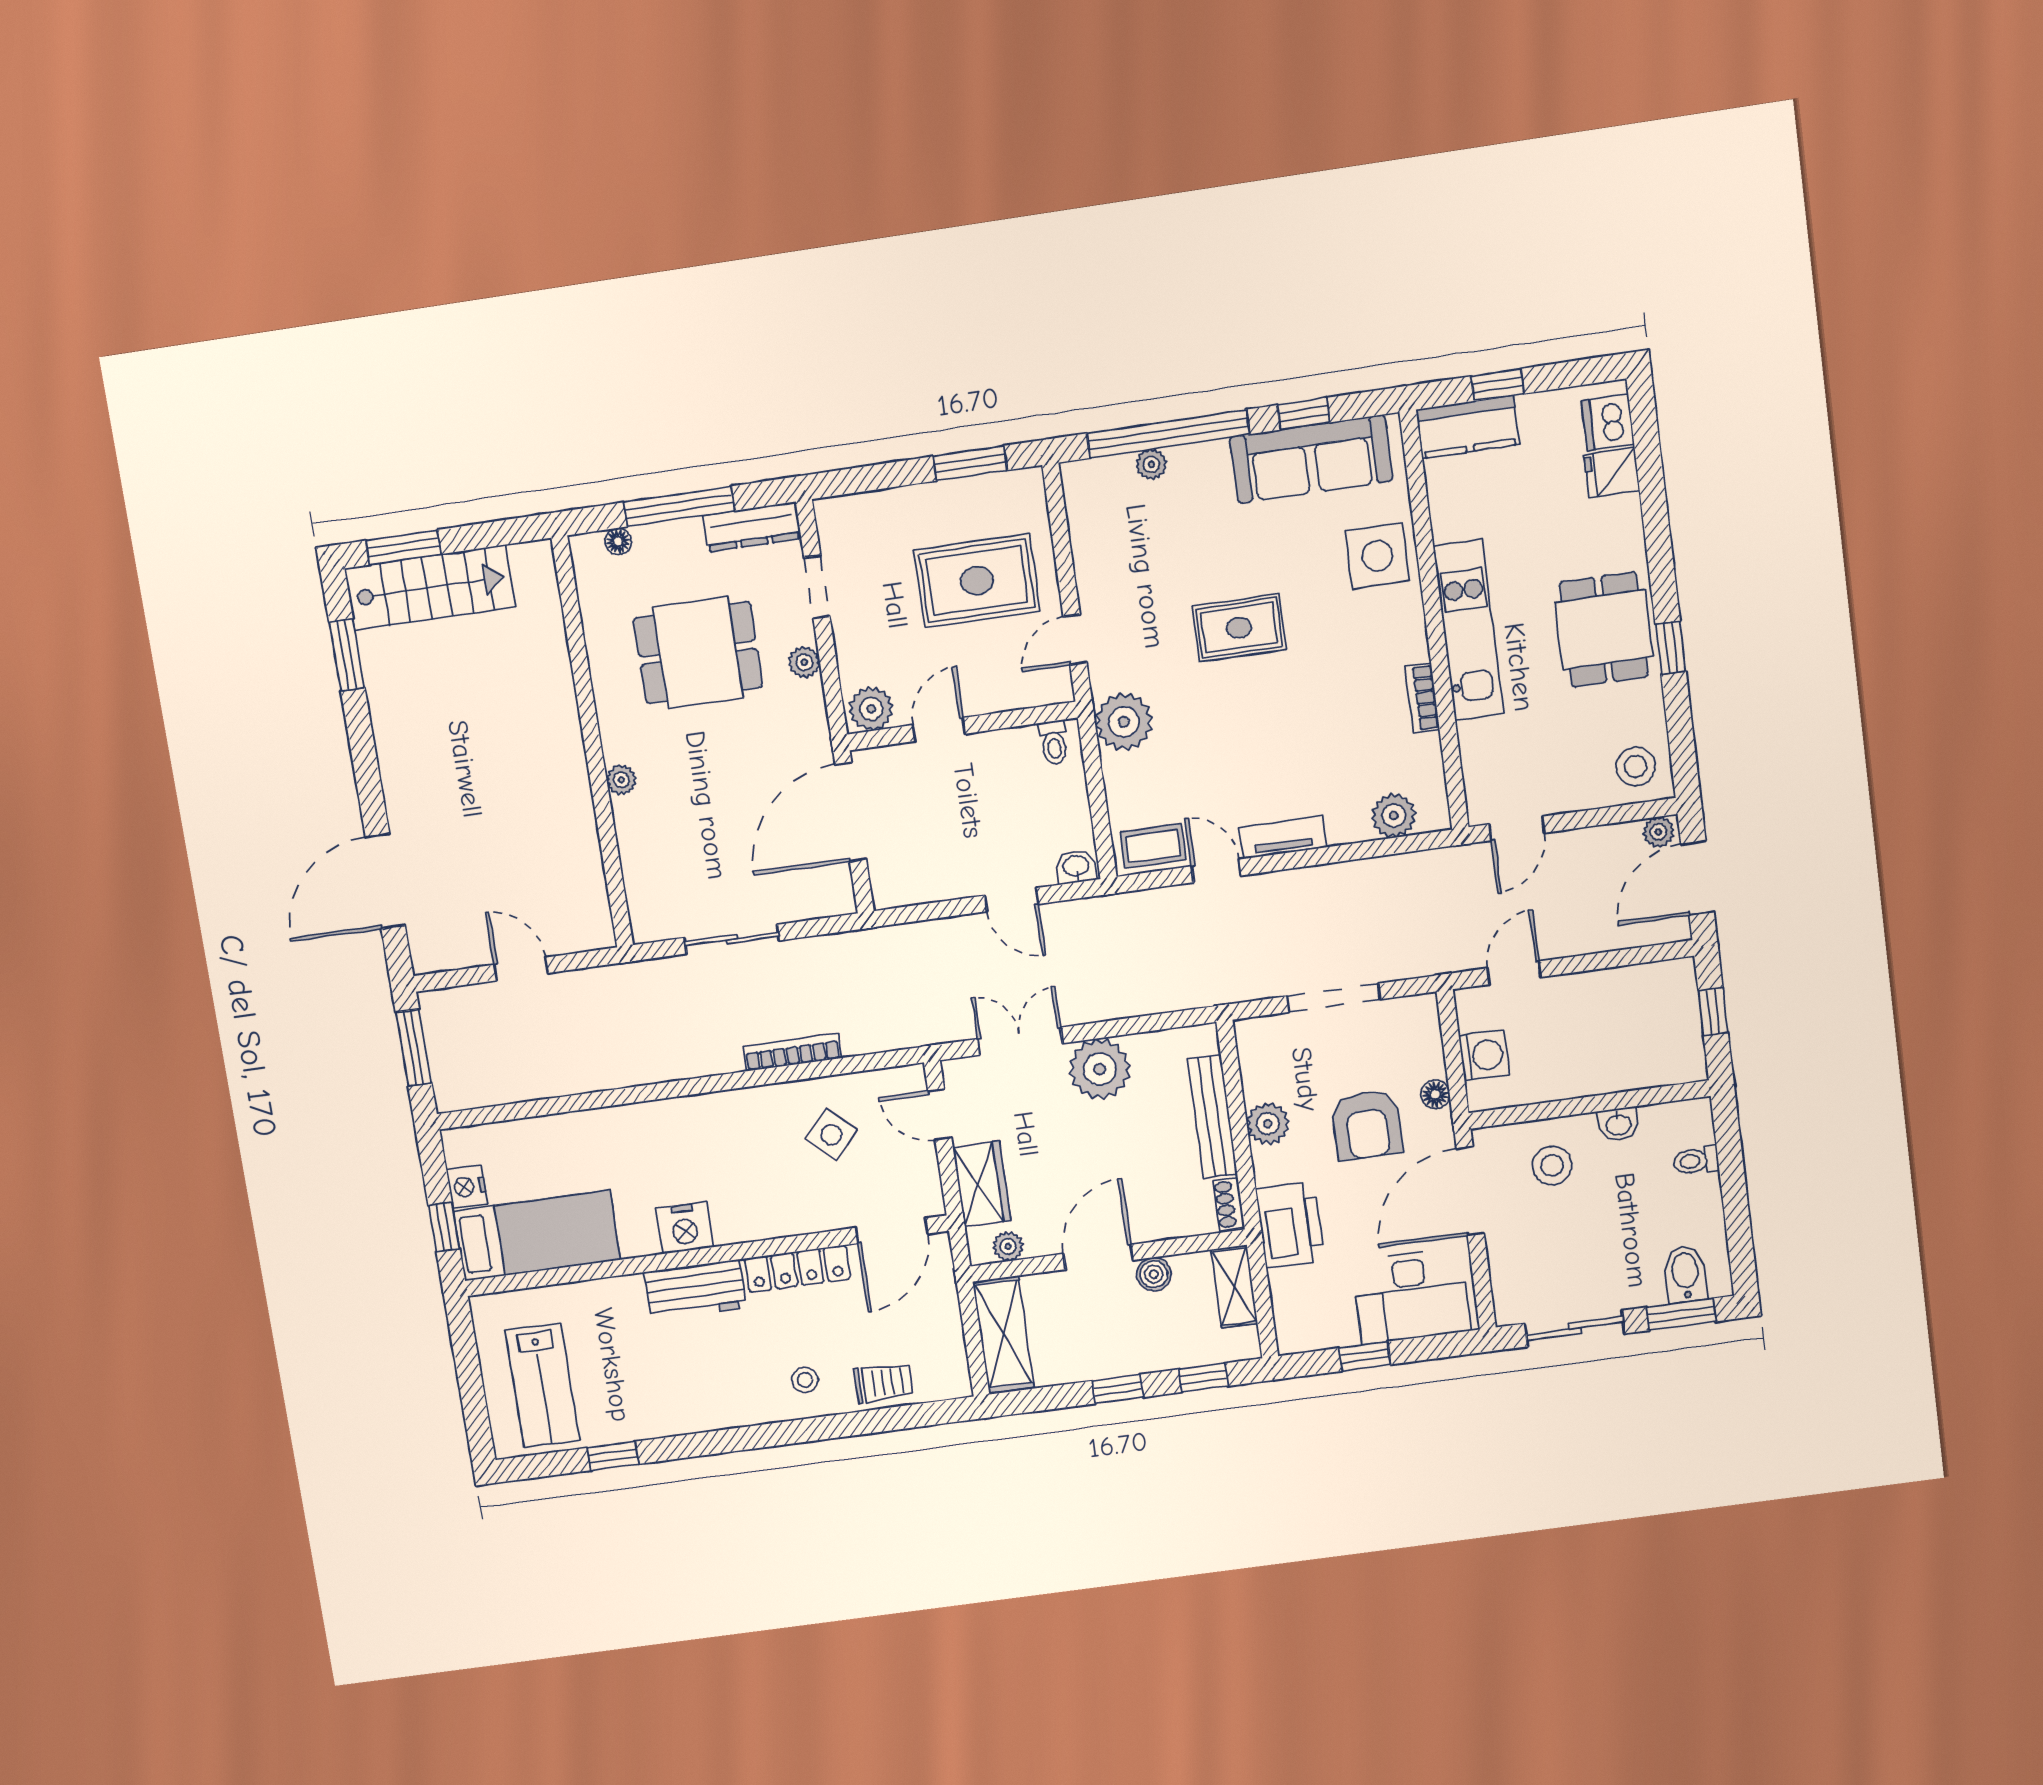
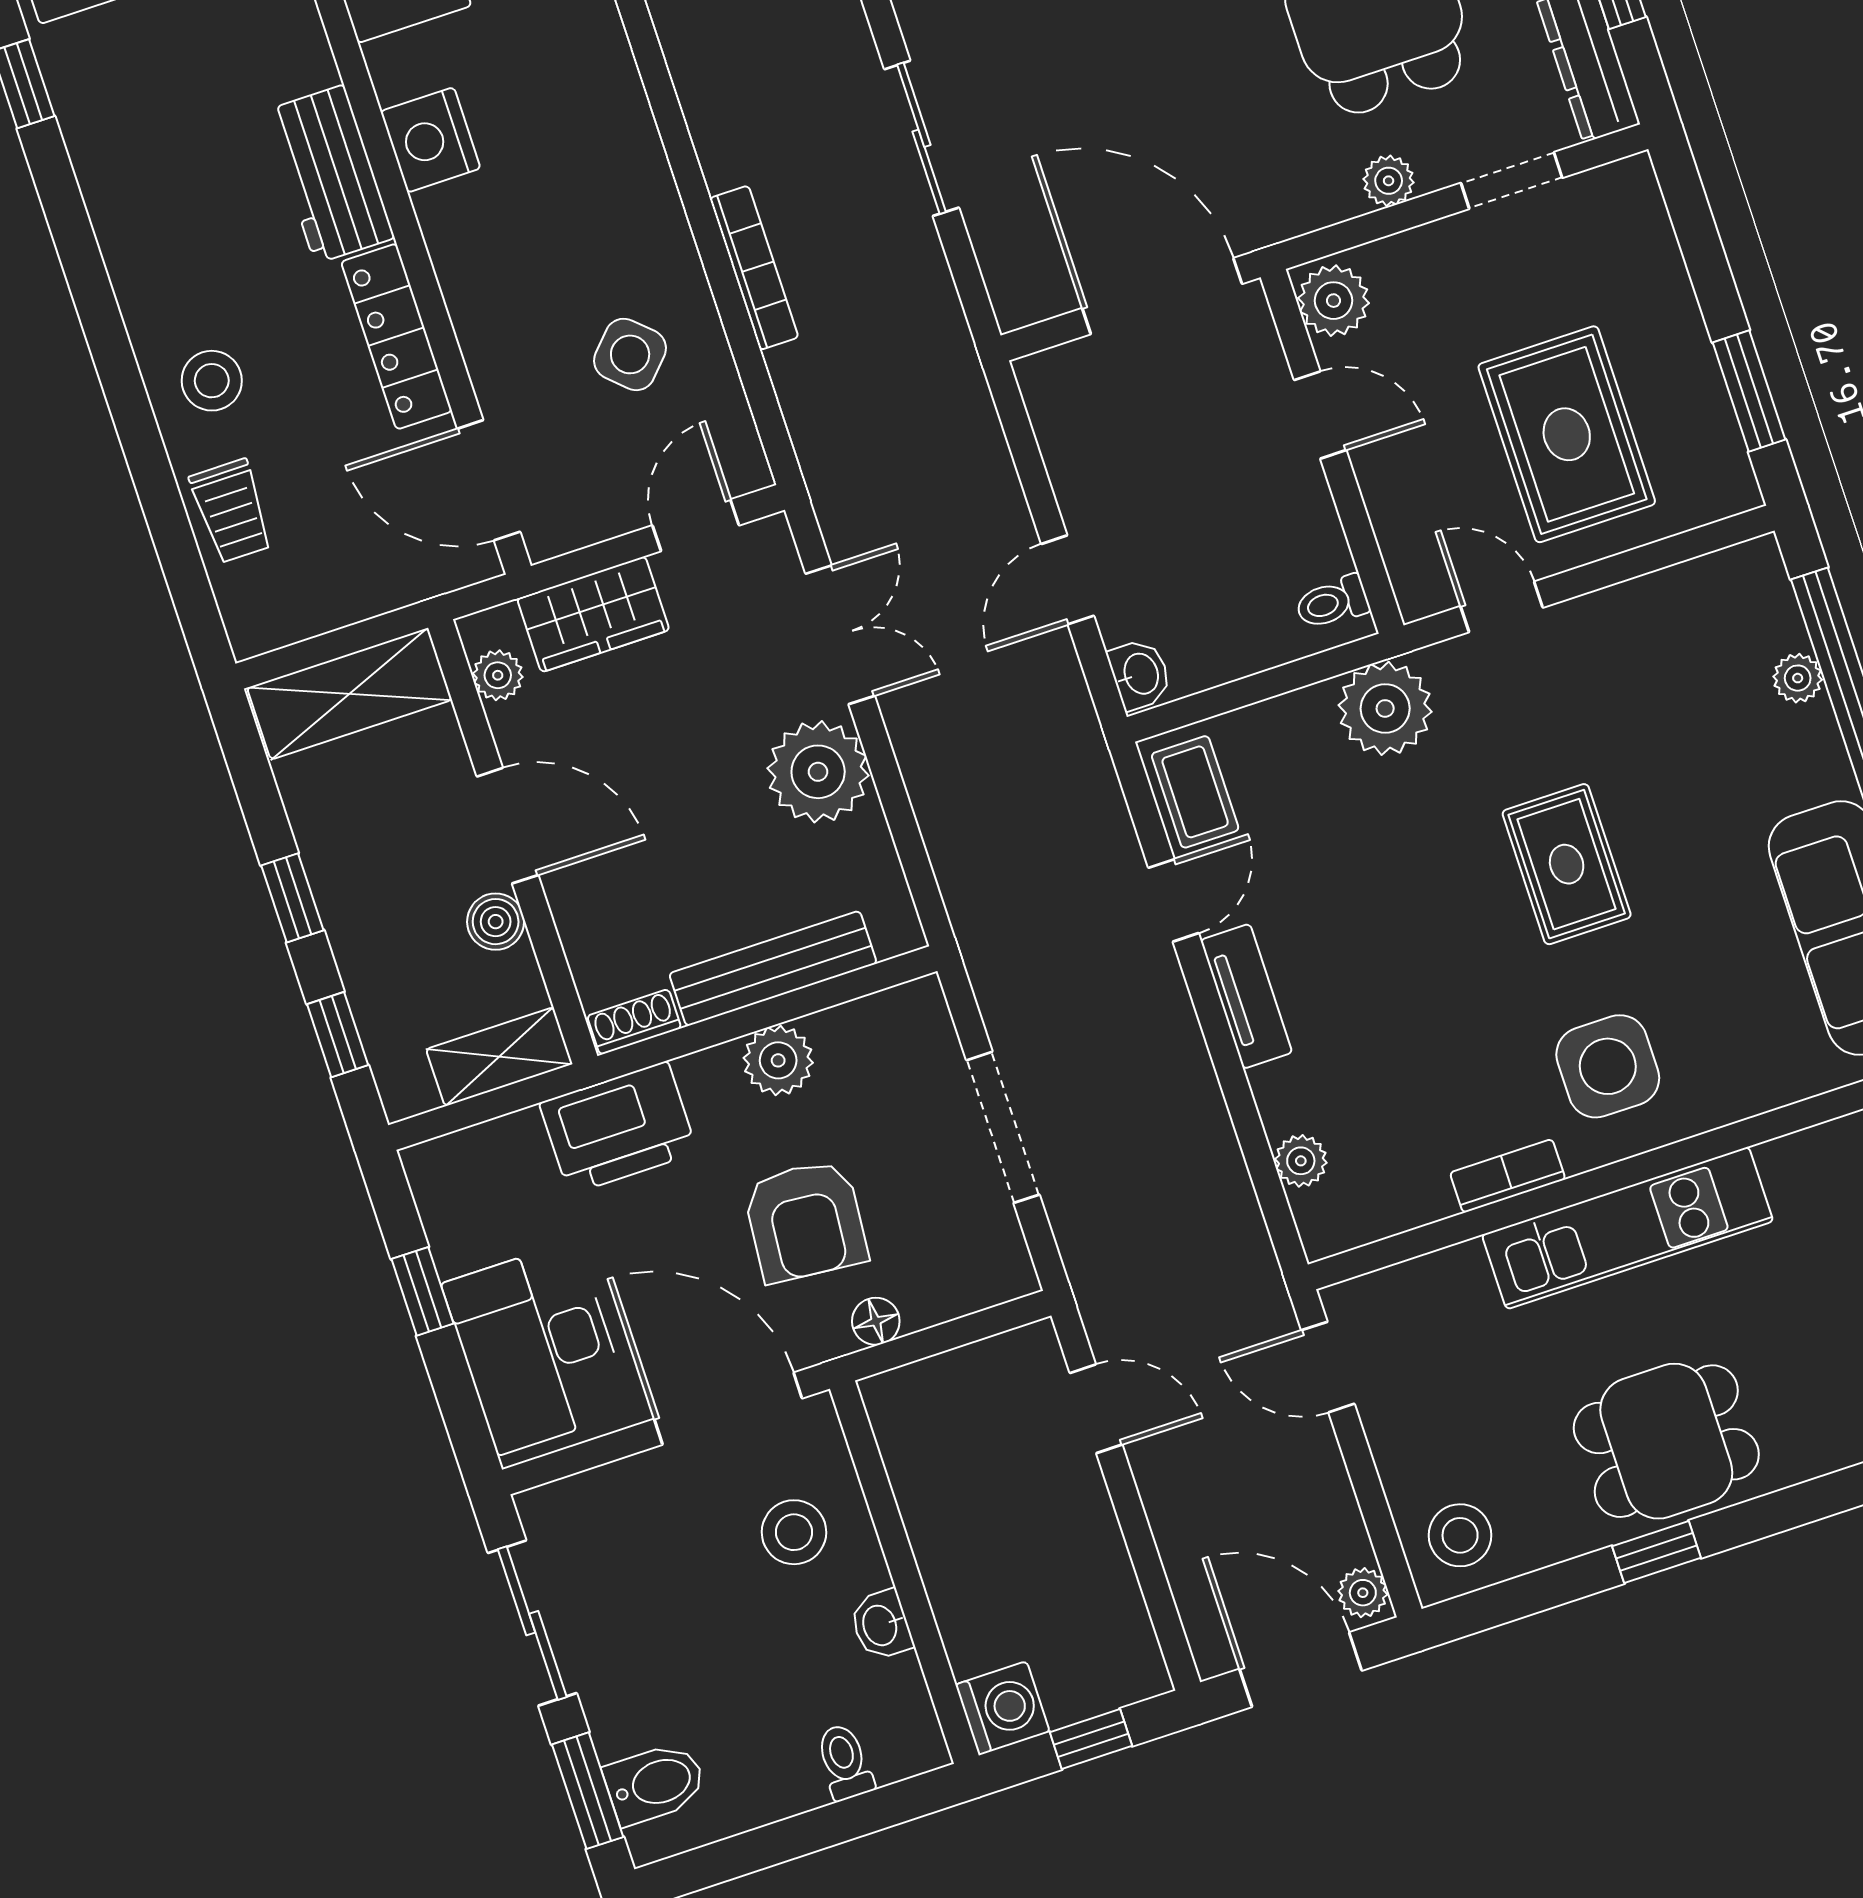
side table: (1377, 556) -> (1608, 1066), moved
plant: (1394, 816) -> (1301, 1161), width x0.73, depth x0.73
washing machine: (1484, 1055) -> (1003, 1708), moved, turned -90
armchair: (1367, 1125) -> (805, 1221), turned -85
stool: (805, 1380) -> (212, 381), width x1.37, depth x1.37

